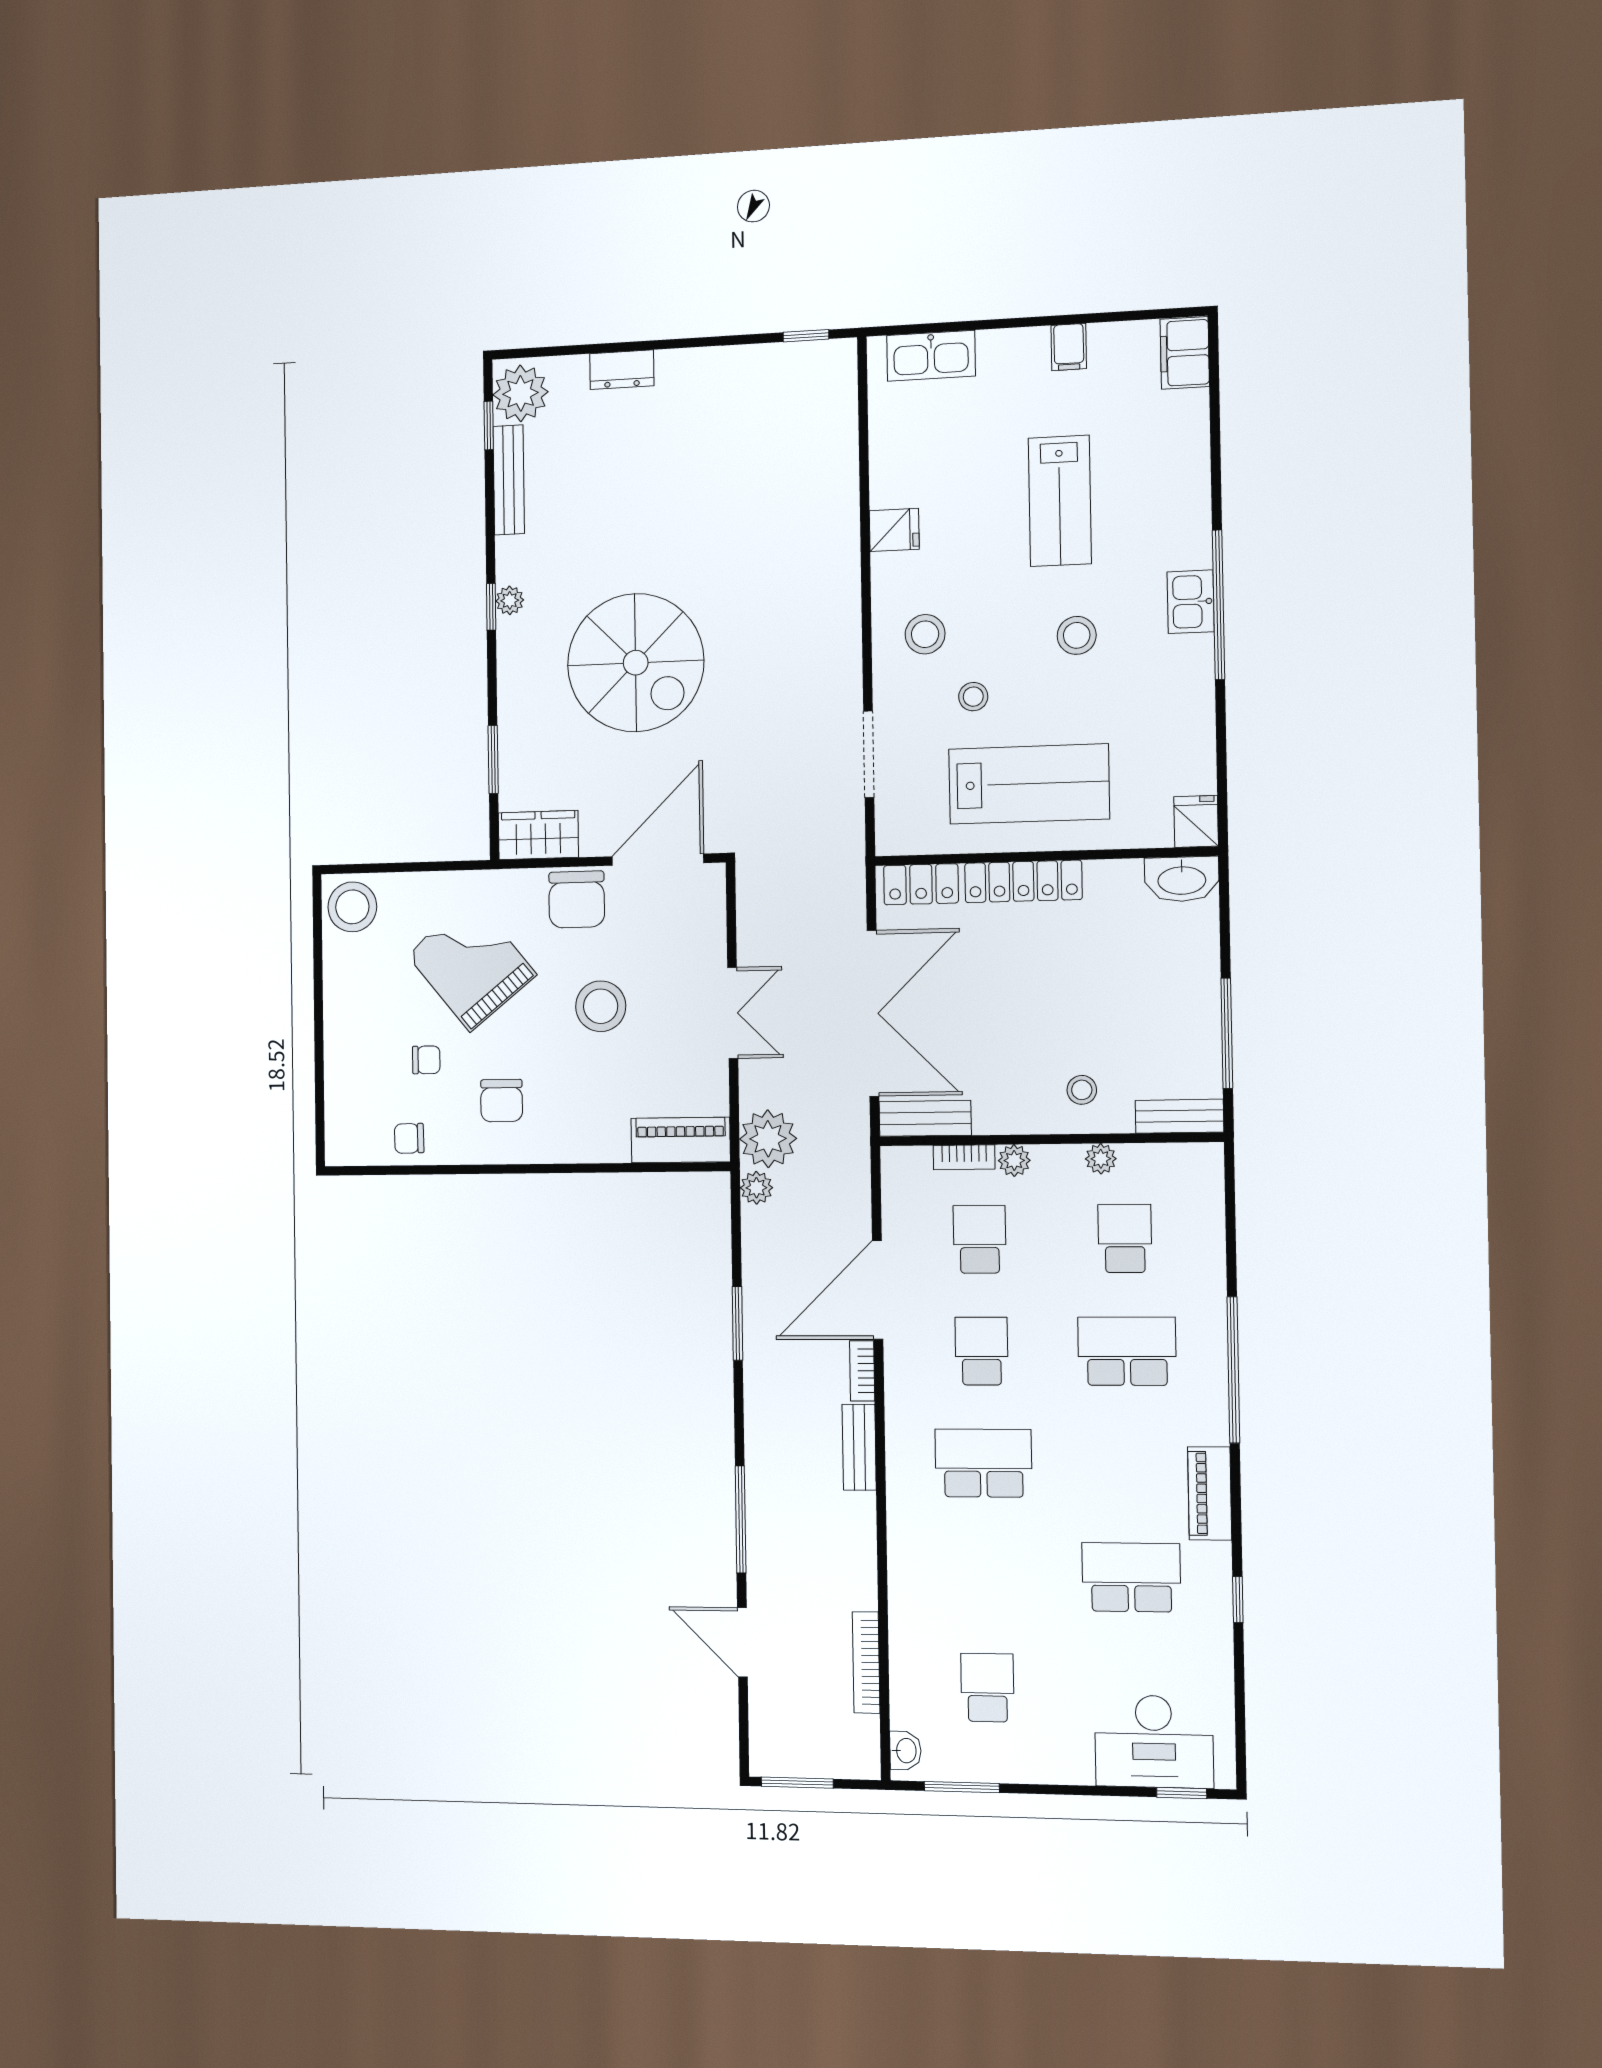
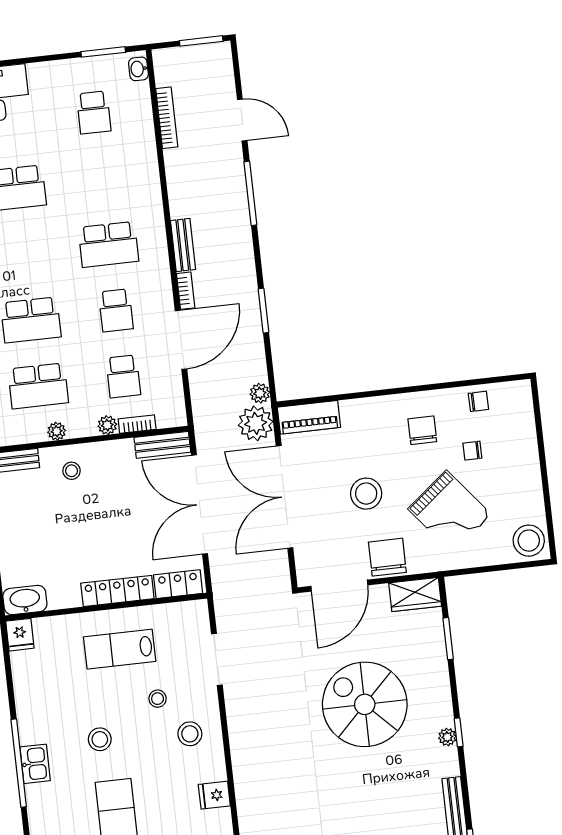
lab bench: (1029, 784) -> (120, 649), width x0.73, depth x0.72
double door: (733, 1013) -> (284, 497), width x1.87
school desk: (1125, 1238) -> (38, 386), width x1.85

